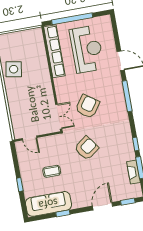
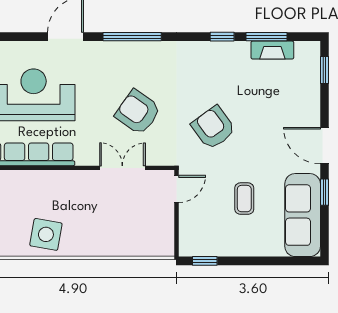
double door: (59, 117) -> (122, 168), moved
door: (30, 138) -> (176, 189), moved
window: (20, 185) -> (205, 261), moved
door: (102, 206) -> (325, 146), moved

